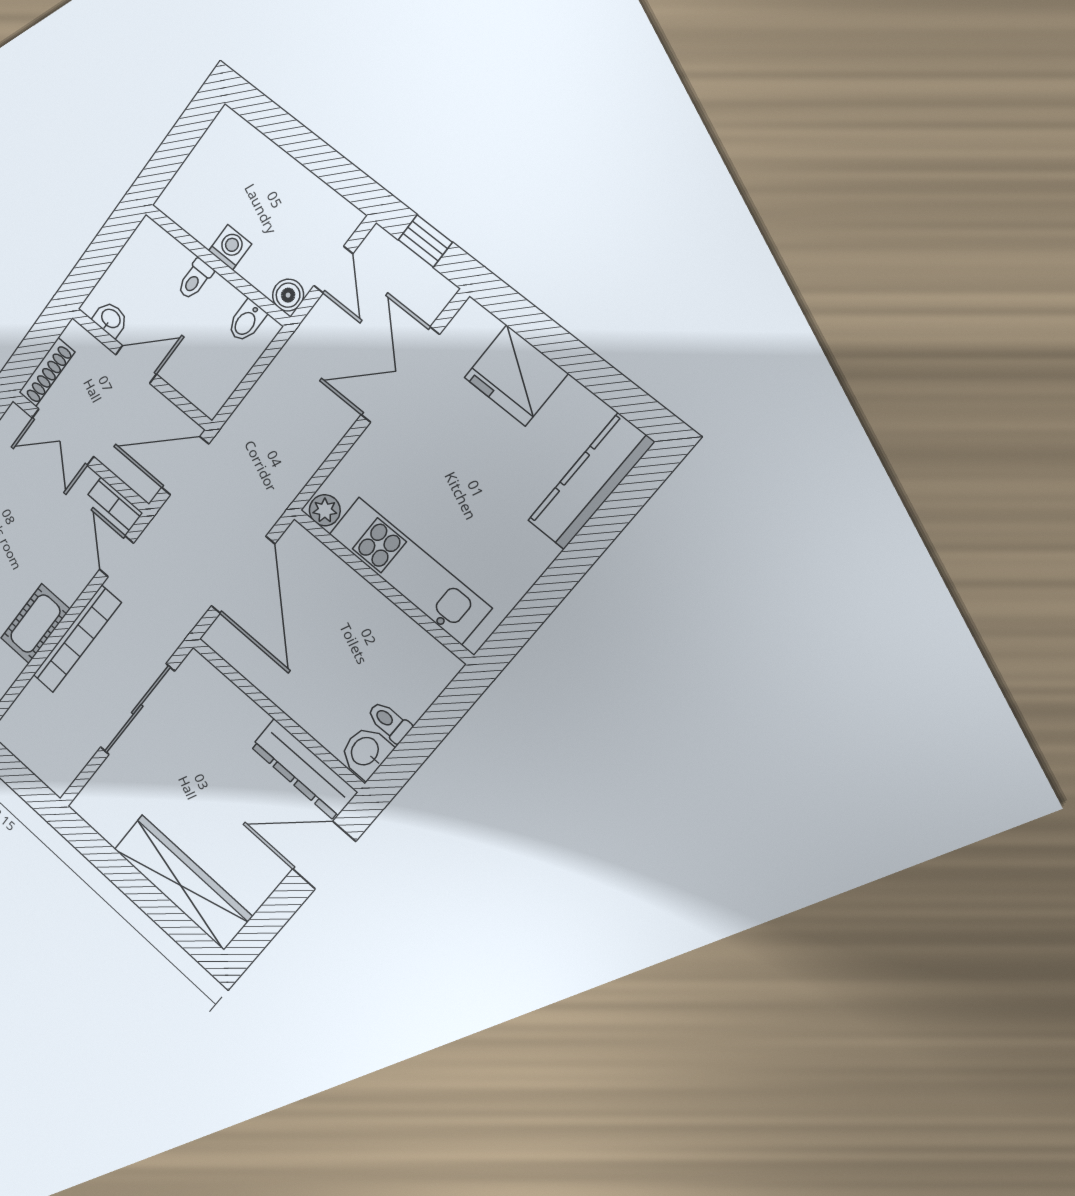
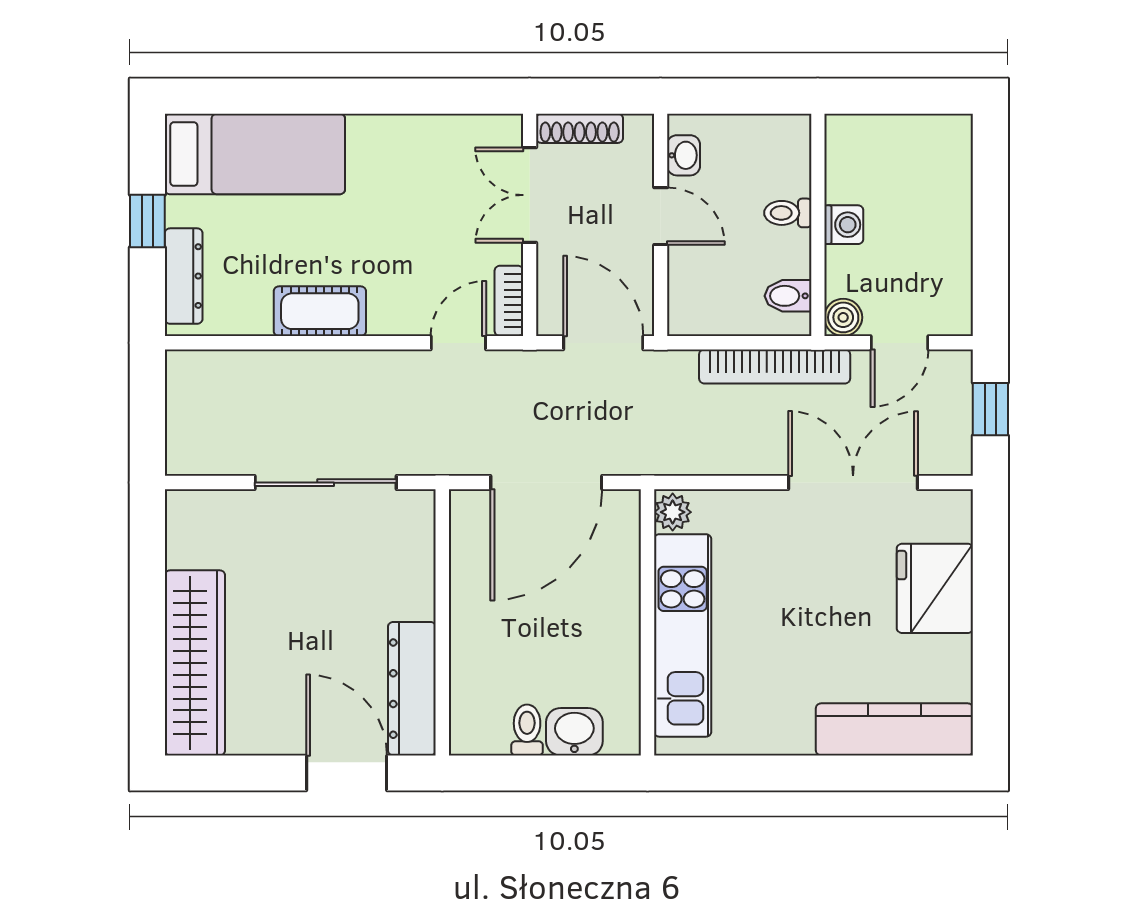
bookcase: (77, 639) -> (775, 366), moved
washbasin: (366, 752) -> (574, 732), moved

